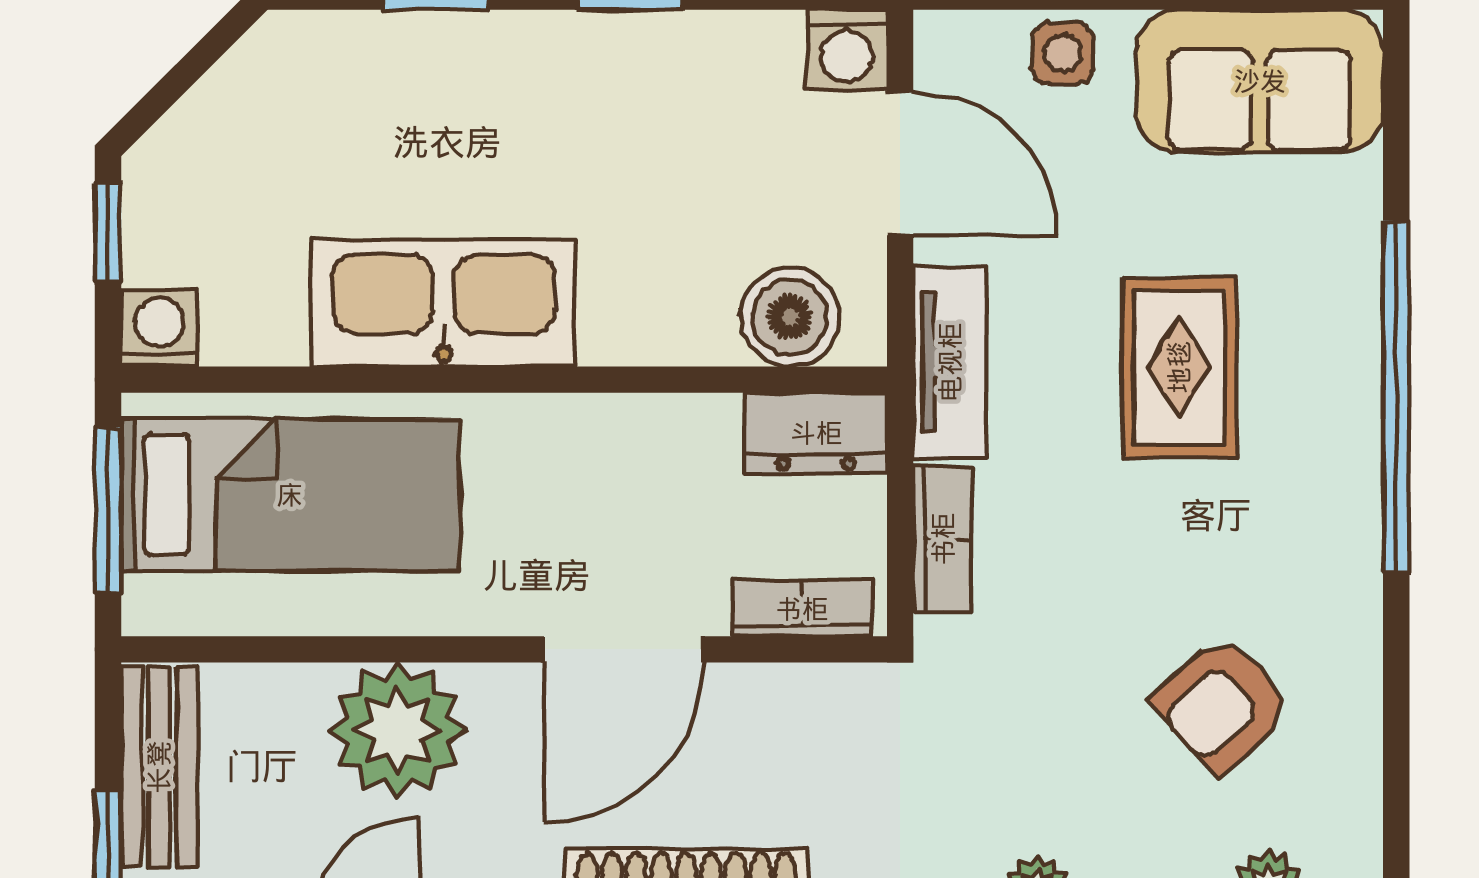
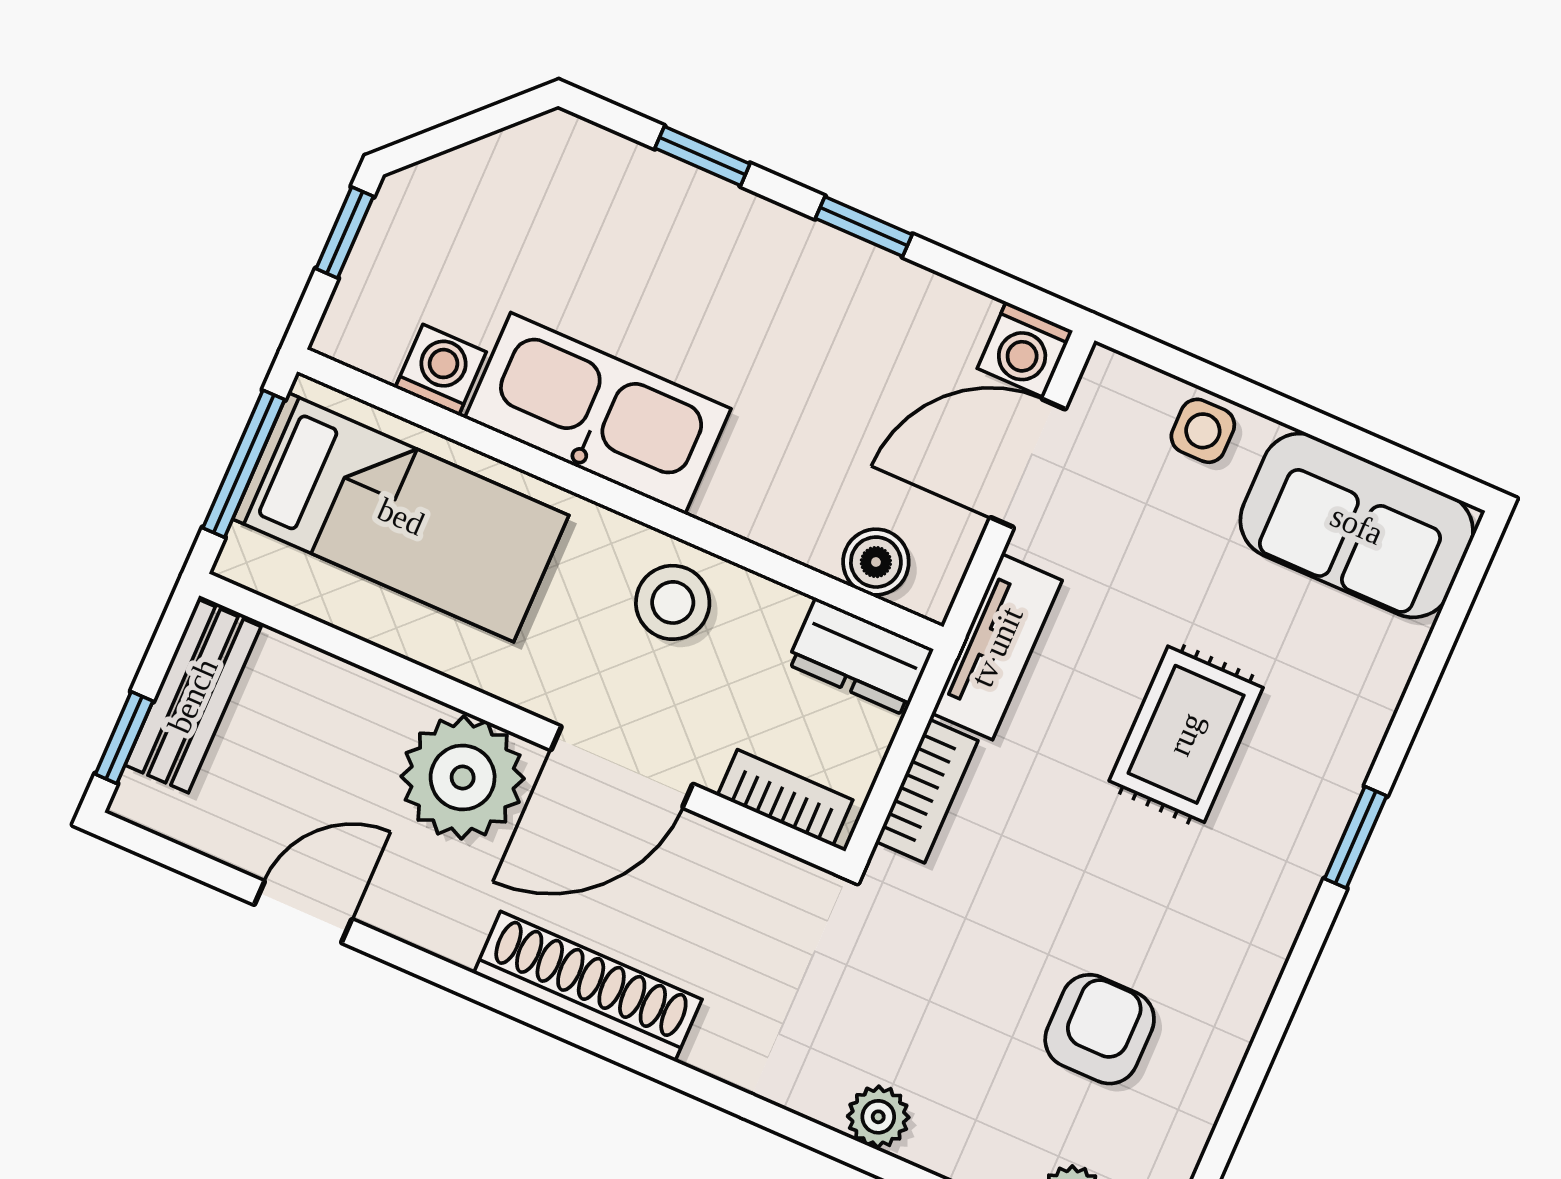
door: (900, 163) -> (1028, 463), swing flipped
boiler: (790, 317) -> (876, 562), width x0.73, depth x0.73
washing machine: (159, 328) -> (441, 370), moved
window: (1396, 397) -> (1356, 837), width x0.32
stool: (603, 461) -> (673, 602), added
armchair: (1222, 703) -> (1100, 1029), turned 132
plant: (398, 730) -> (463, 778), moved

